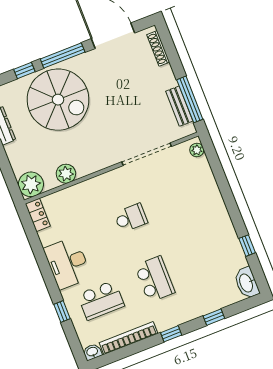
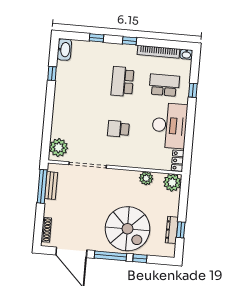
spiral stairs: (58, 100) -> (127, 229), turned 180
plant: (197, 150) -> (59, 148), width x1.88, depth x1.88
desk: (68, 263) -> (169, 125), width x1.36, depth x1.30

